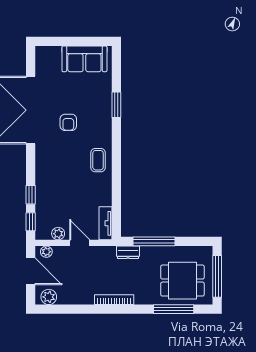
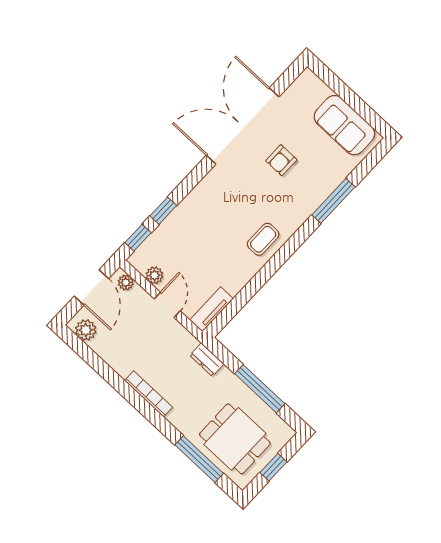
window: (116, 105) -> (333, 201), width x1.44
armchair: (68, 122) -> (281, 160), moved
window: (154, 241) -> (260, 389), moved
window: (217, 276) -> (273, 467), width x0.46

